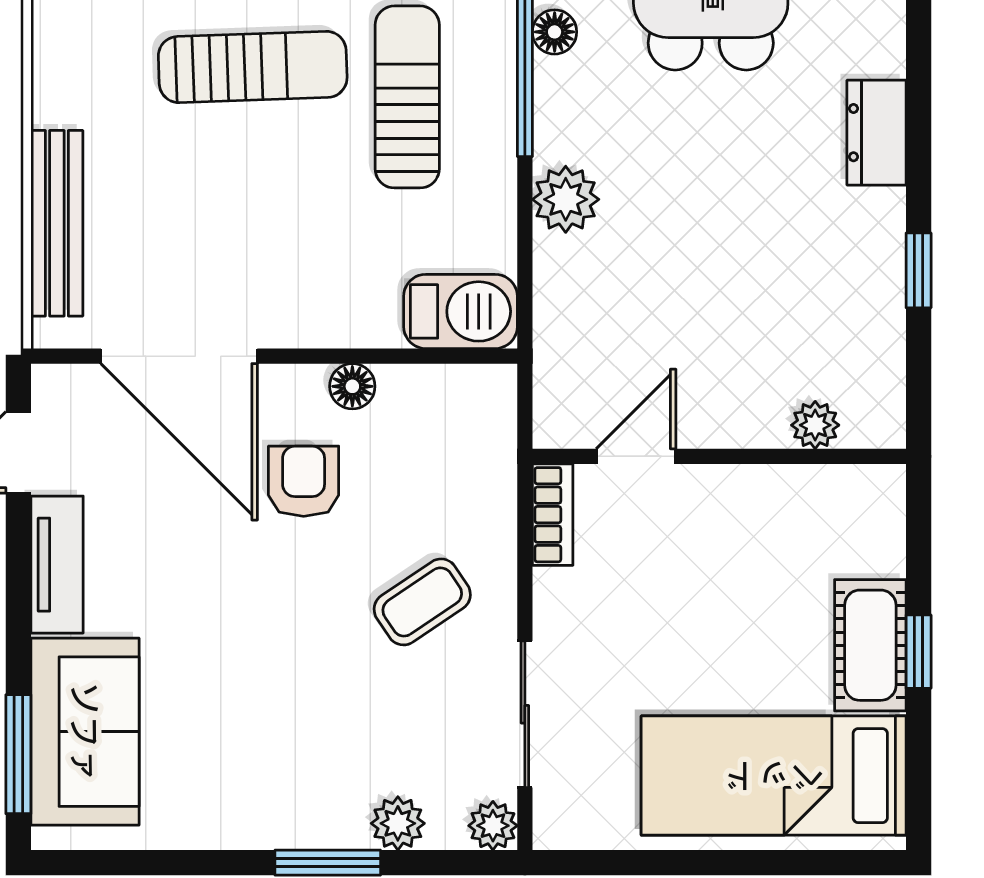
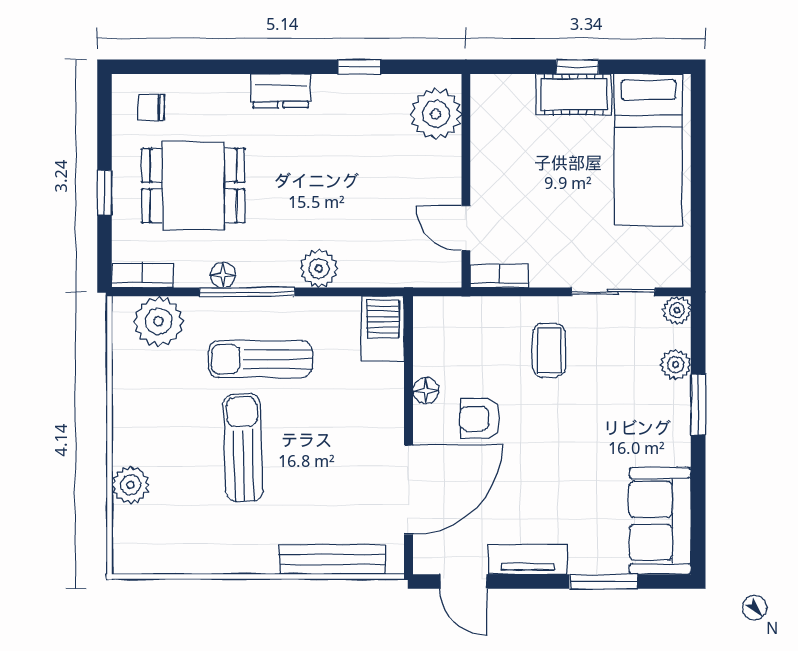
plant: (815, 425) -> (436, 114), width x1.88, depth x1.88
coffee table: (422, 602) -> (549, 351), turned 34
sofa: (85, 732) -> (660, 521), moved, turned -90
window: (18, 754) -> (604, 582), moved

